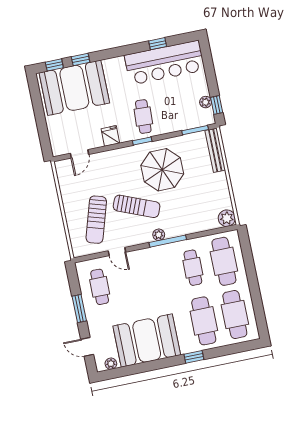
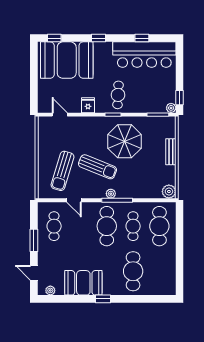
window: (81, 60) -> (98, 38), moved
plant: (206, 102) -> (171, 108), moved
bench: (215, 150) -> (171, 152), moved, width x0.73
door: (79, 154) -> (60, 115), swing flipped
cafe table: (235, 315) -> (107, 226), moved
booth: (147, 340) -> (83, 283), width x0.73, depth x0.70
window: (194, 357) -> (103, 299), moved

